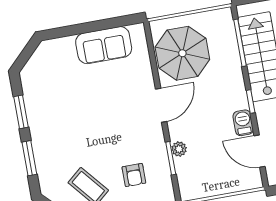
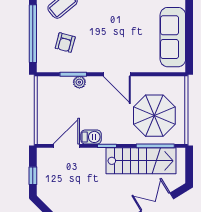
sofa: (104, 45) -> (173, 37), width x1.36
parasol: (182, 53) -> (154, 116), moved
armchair: (134, 175) -> (65, 43), turned -75

